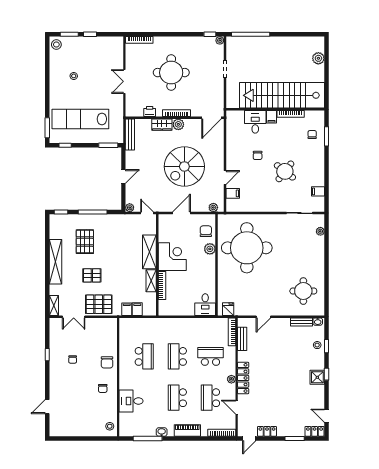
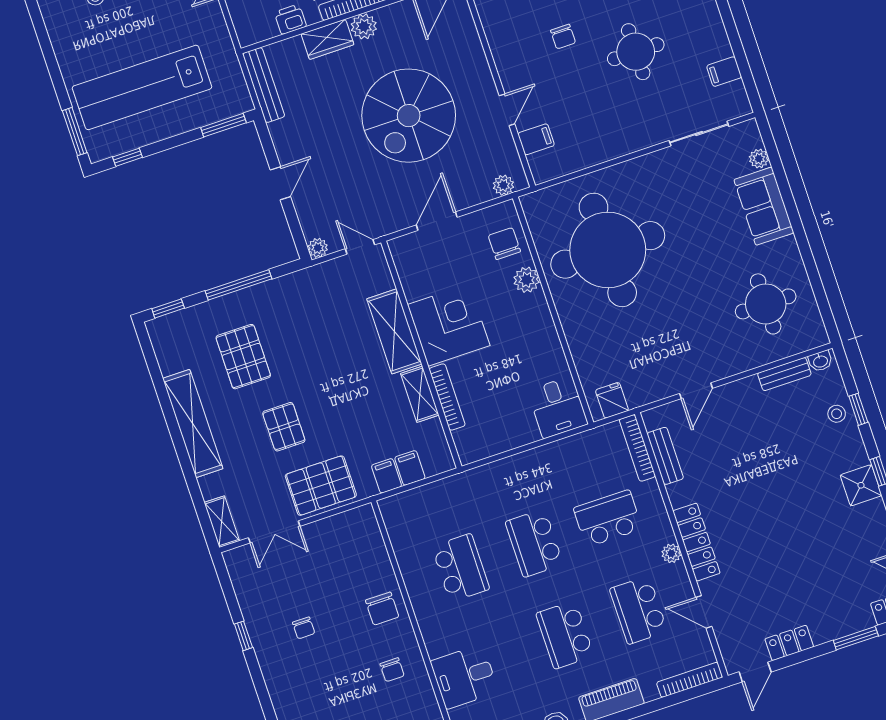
round table: (285, 171) -> (636, 52), turned -38
sofa: (316, 251) -> (764, 206), added
pallet: (92, 275) -> (284, 427), turned 90

